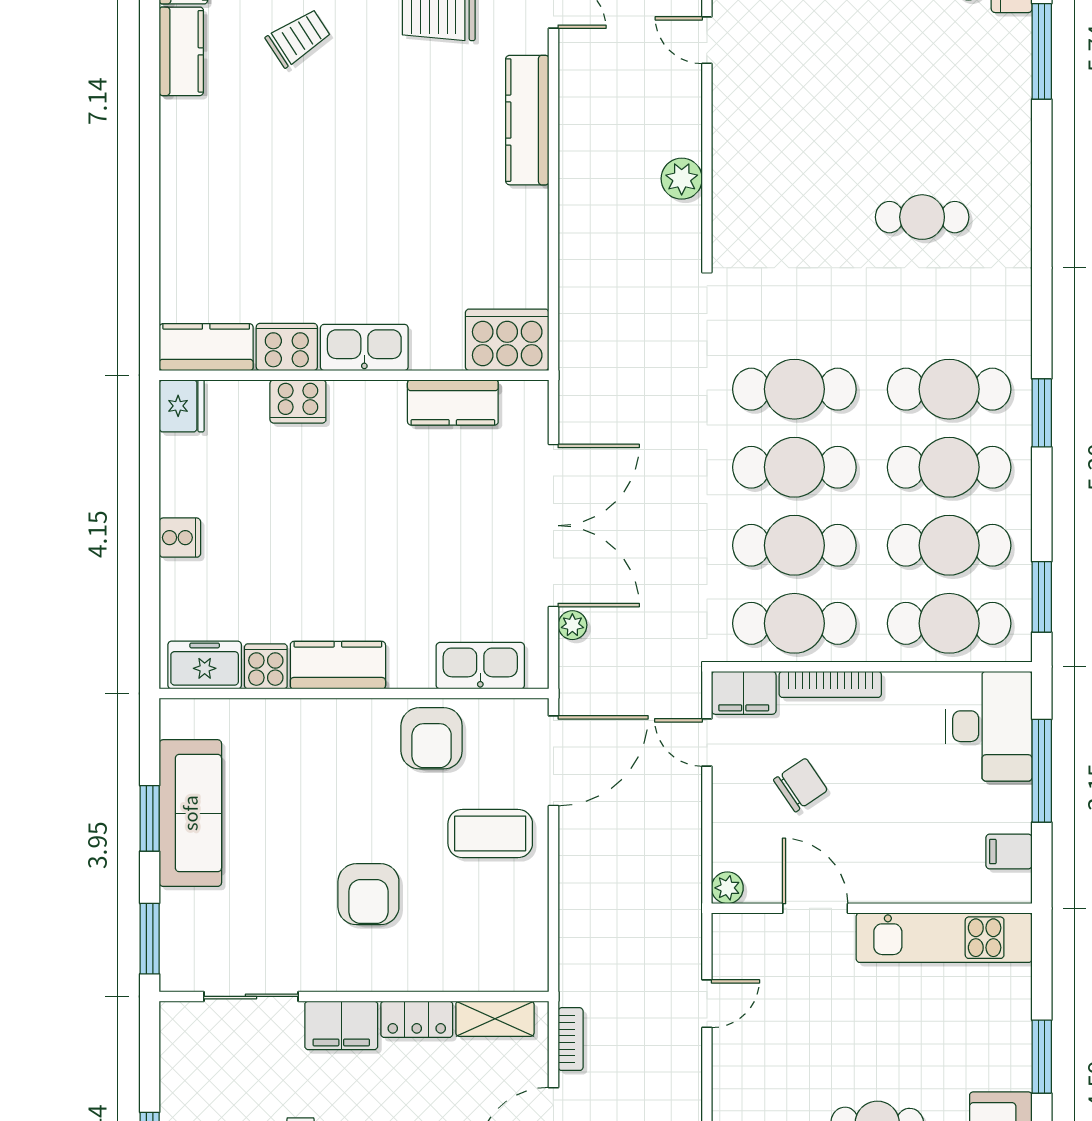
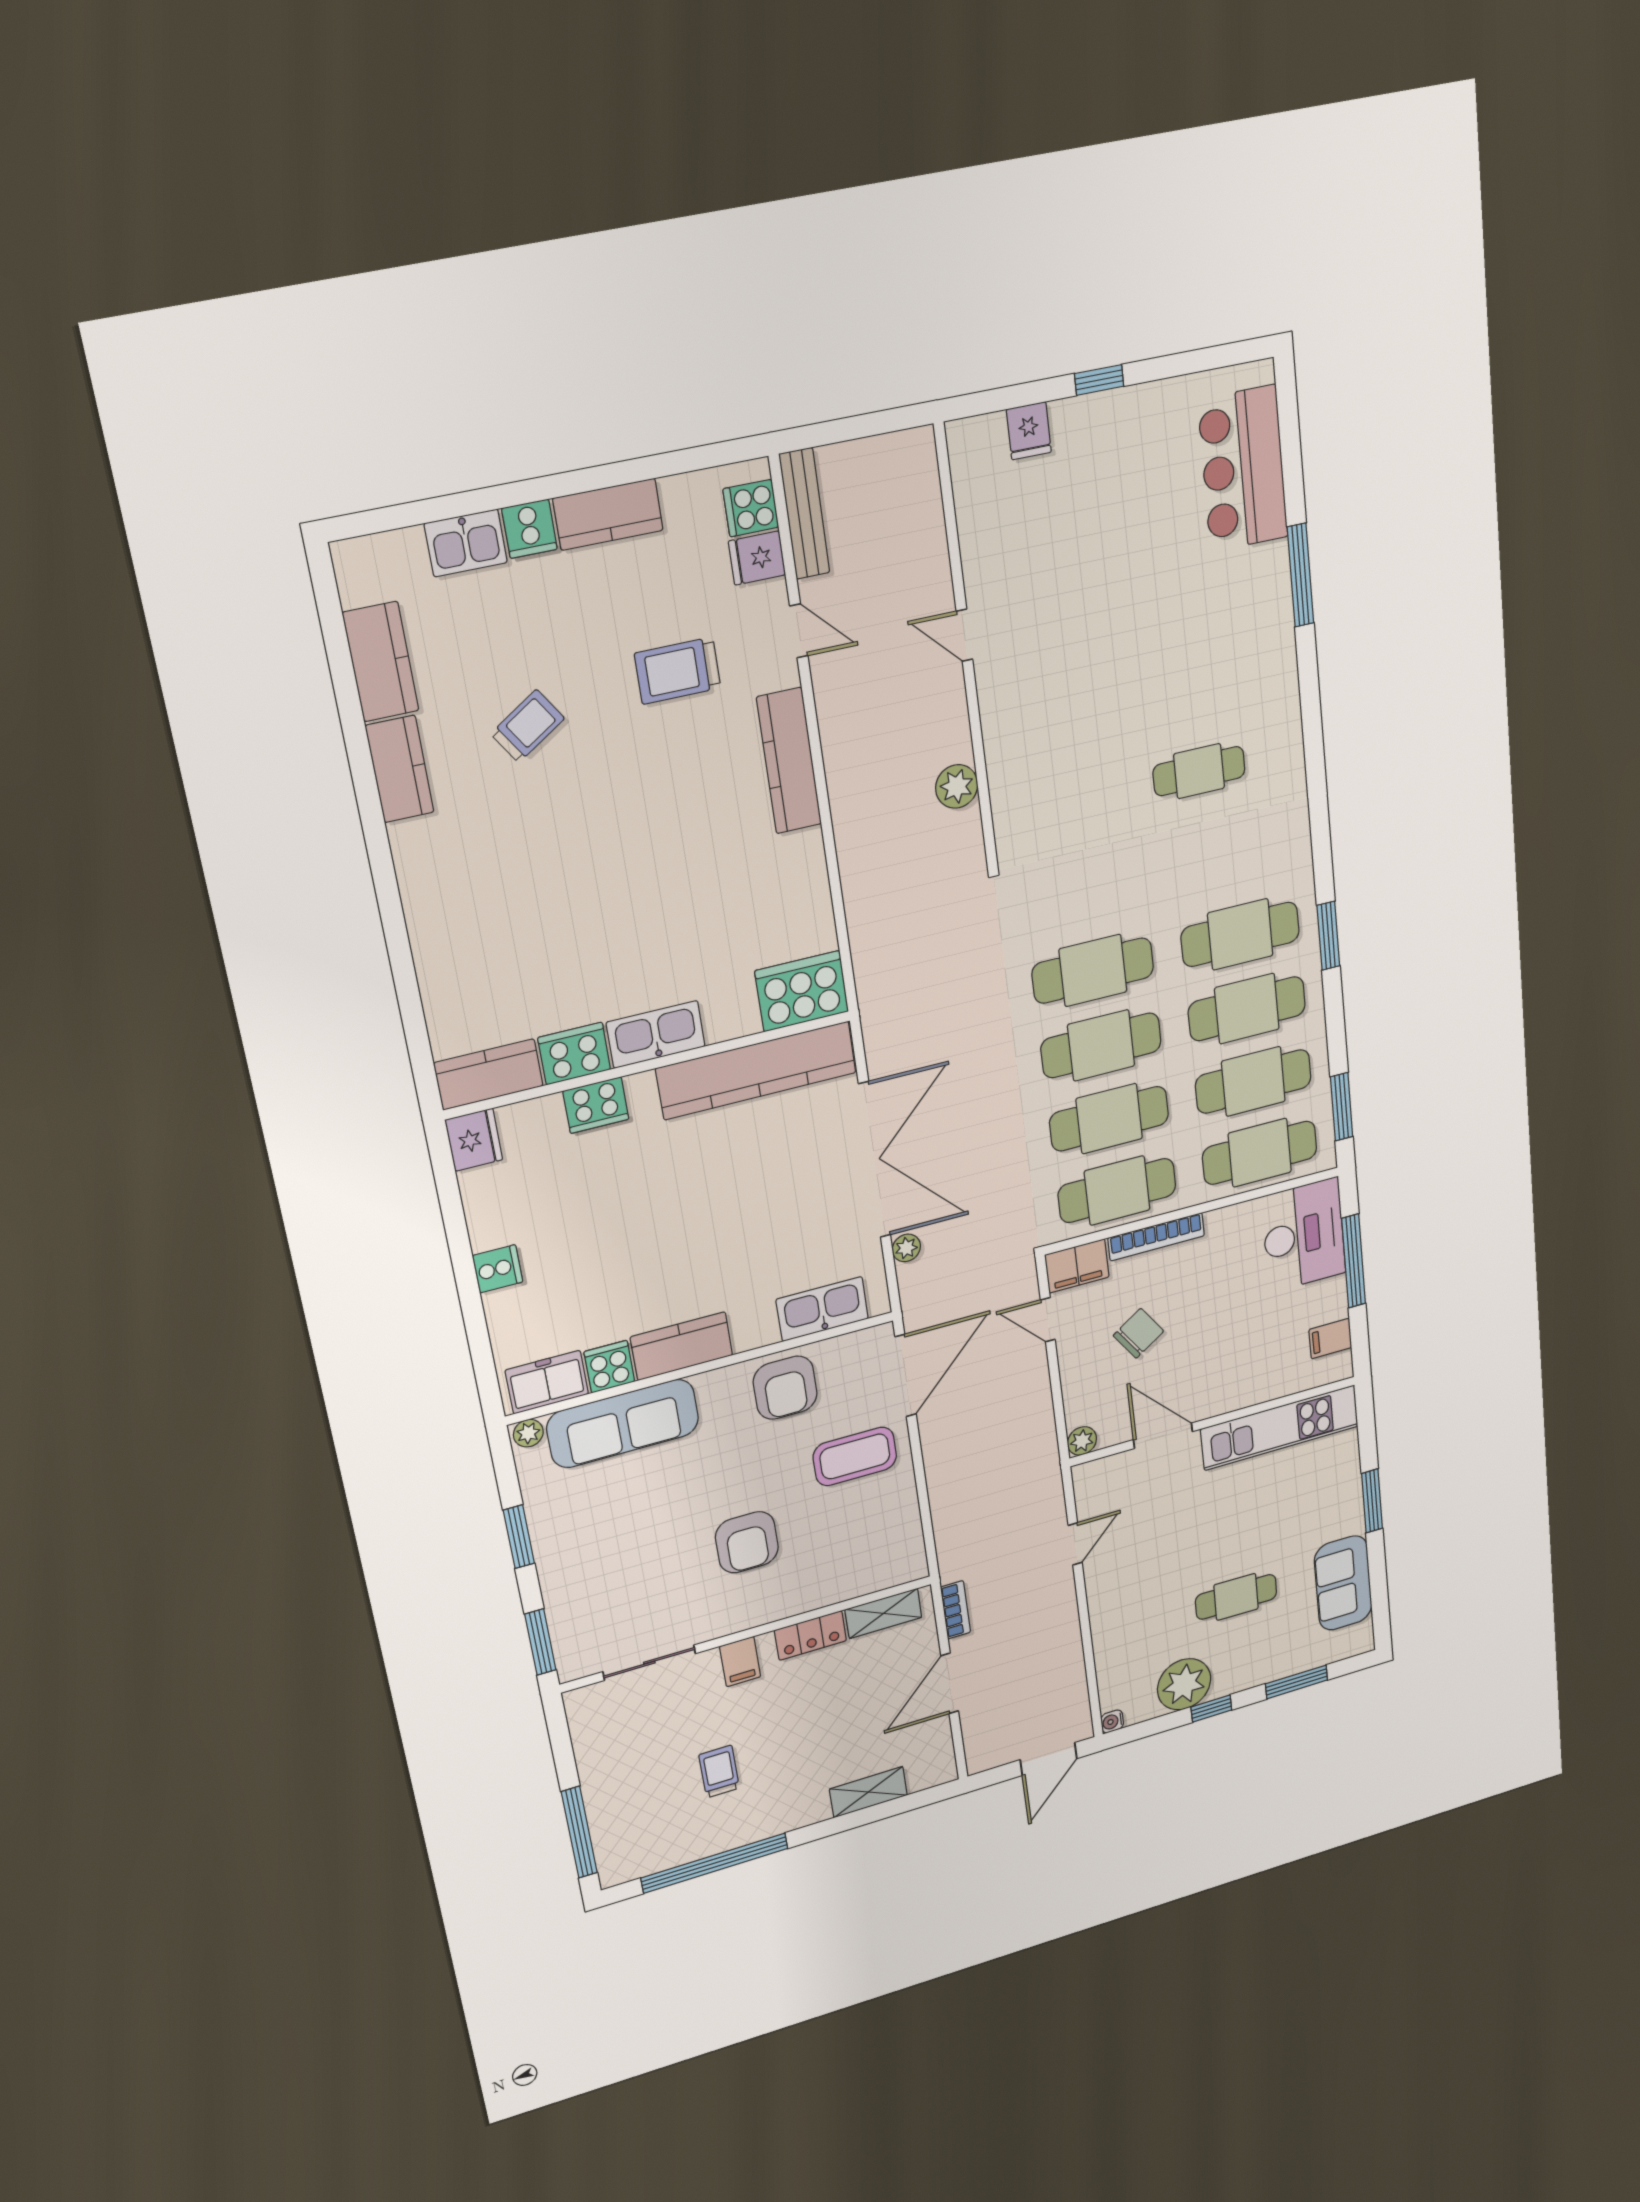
kitchen counter: (453, 402) -> (757, 1070), width x2.08, depth x1.17
plant: (178, 712) -> (528, 1433), added
sofa: (190, 813) -> (623, 1423), moved, turned 90
filing cabinet: (341, 1025) -> (740, 1662), width x0.50

